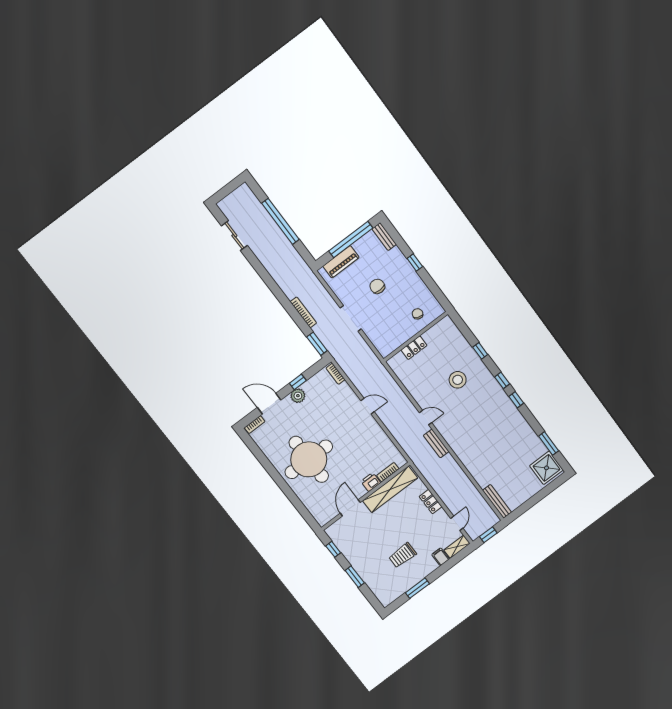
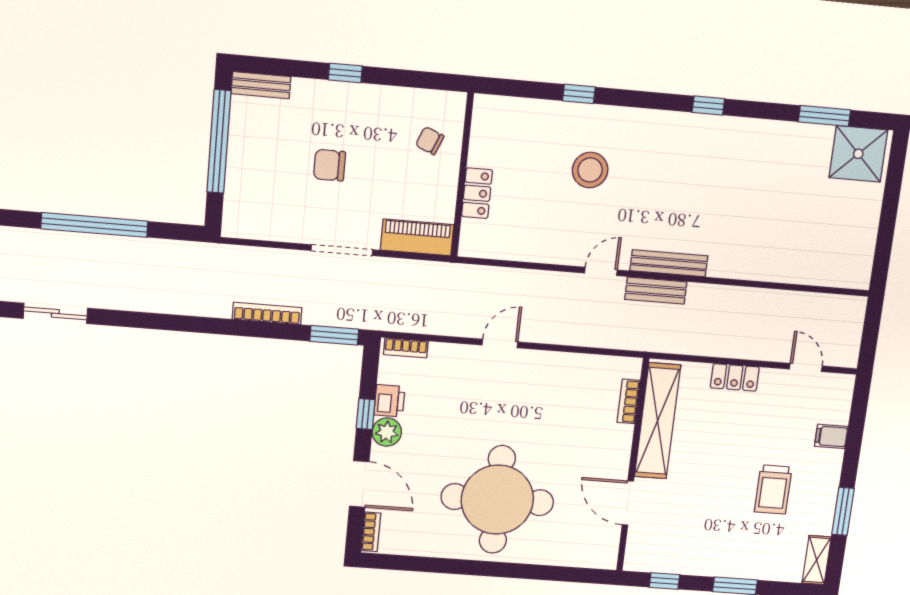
piano: (341, 262) -> (417, 237), moved, turned -90
window: (502, 380) -> (657, 101), removed
door: (269, 404) -> (359, 484), swing flipped
printer: (371, 482) -> (389, 401), moved, turned 180
bench: (497, 501) -> (669, 263), moved
window: (488, 535) -> (870, 336), removed
shelving: (457, 547) -> (817, 560), moved

